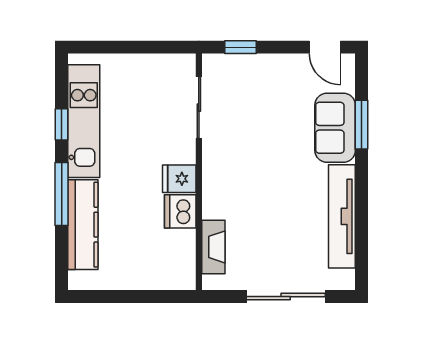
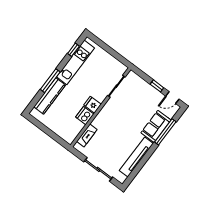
window: (241, 47) -> (157, 86), moved
door: (325, 47) -> (172, 98), hinge flipped
window: (62, 124) -> (73, 50), moved
window: (361, 125) -> (165, 132), width x1.44

